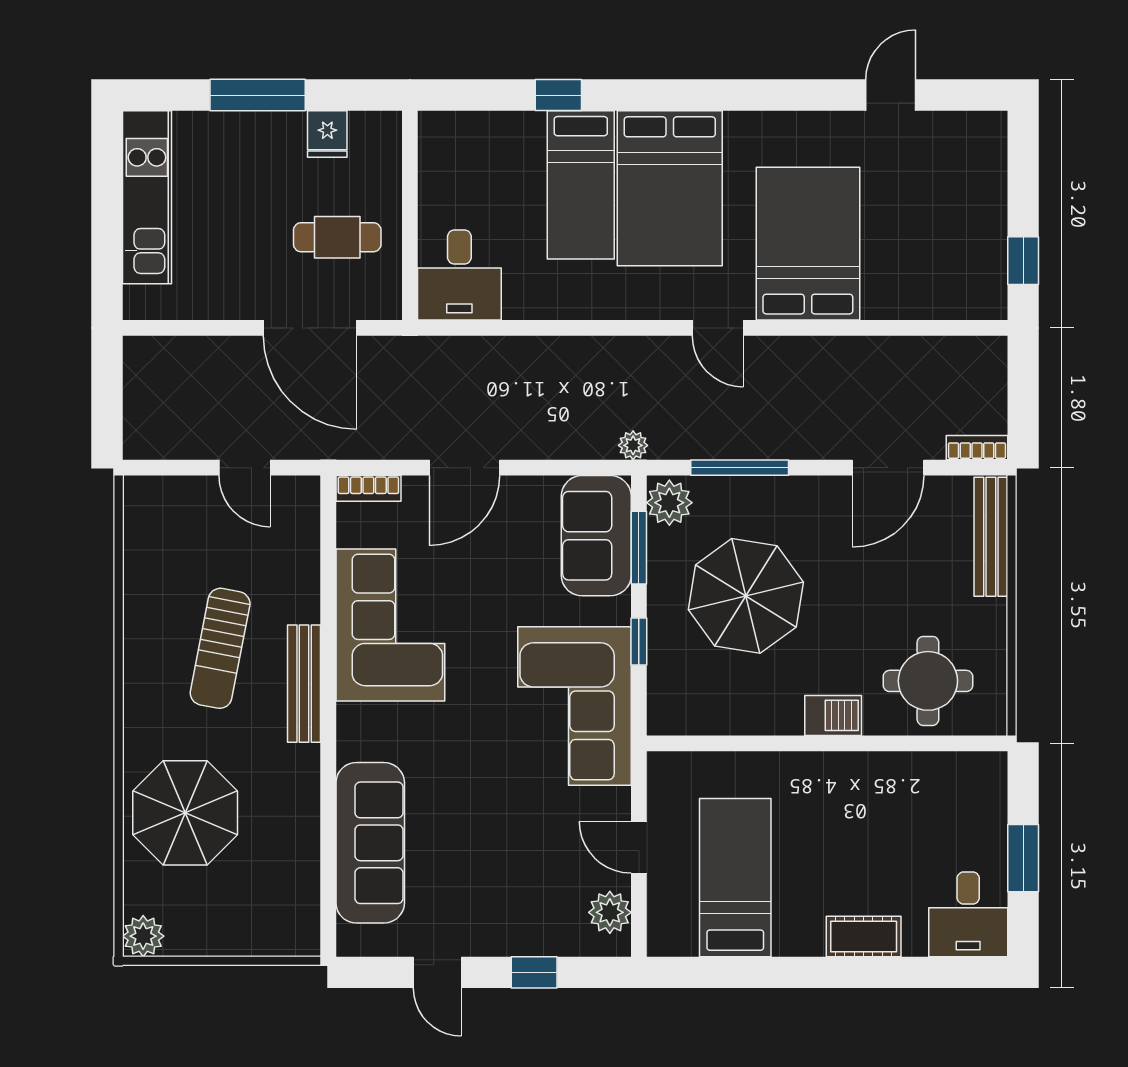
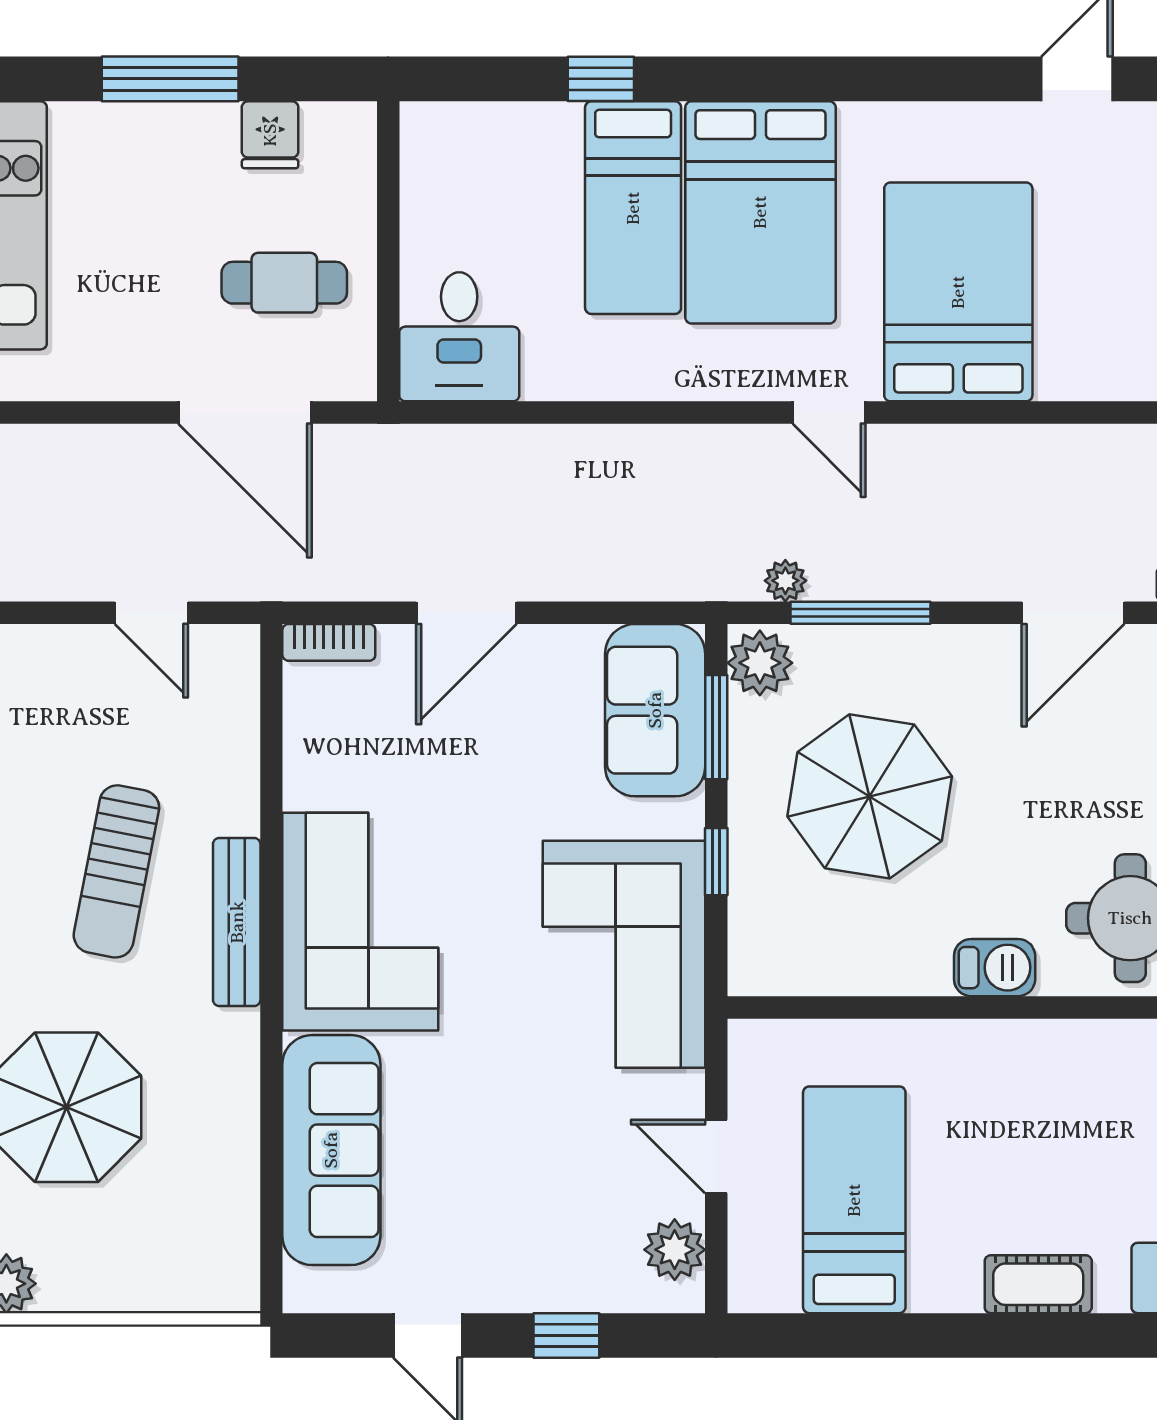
plant: (633, 445) -> (785, 581), moved
corner sofa: (390, 625) -> (360, 922), moved

